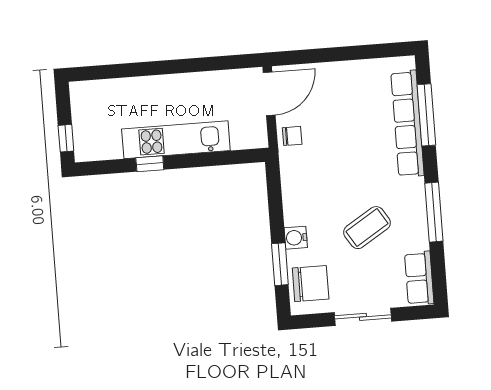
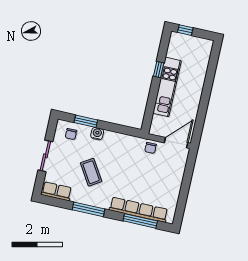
door: (269, 94) -> (176, 143), swing flipped
chair: (311, 284) -> (71, 134), width x0.54, depth x0.54

